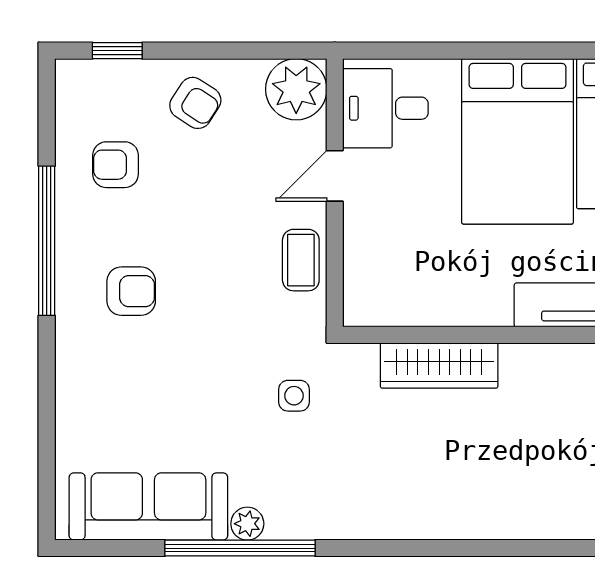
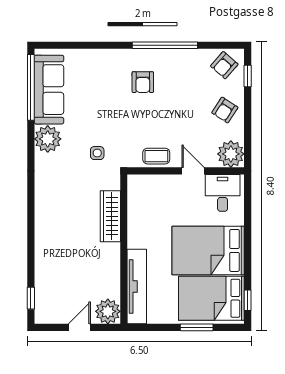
armchair: (116, 165) -> (224, 65), moved, turned -139
plant: (247, 524) -> (48, 139), width x1.87, depth x1.87
window: (240, 548) -> (31, 87), moved

